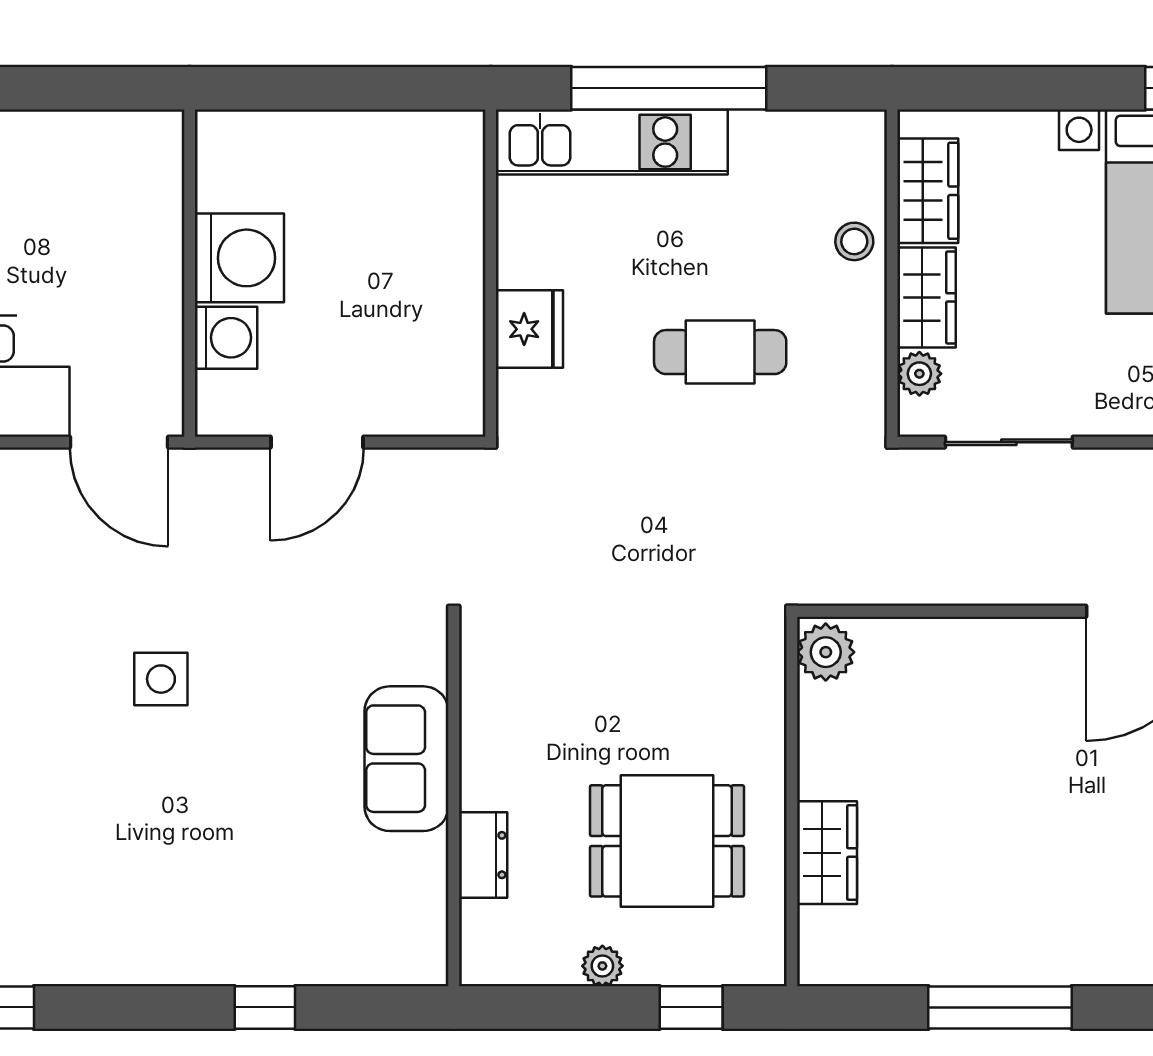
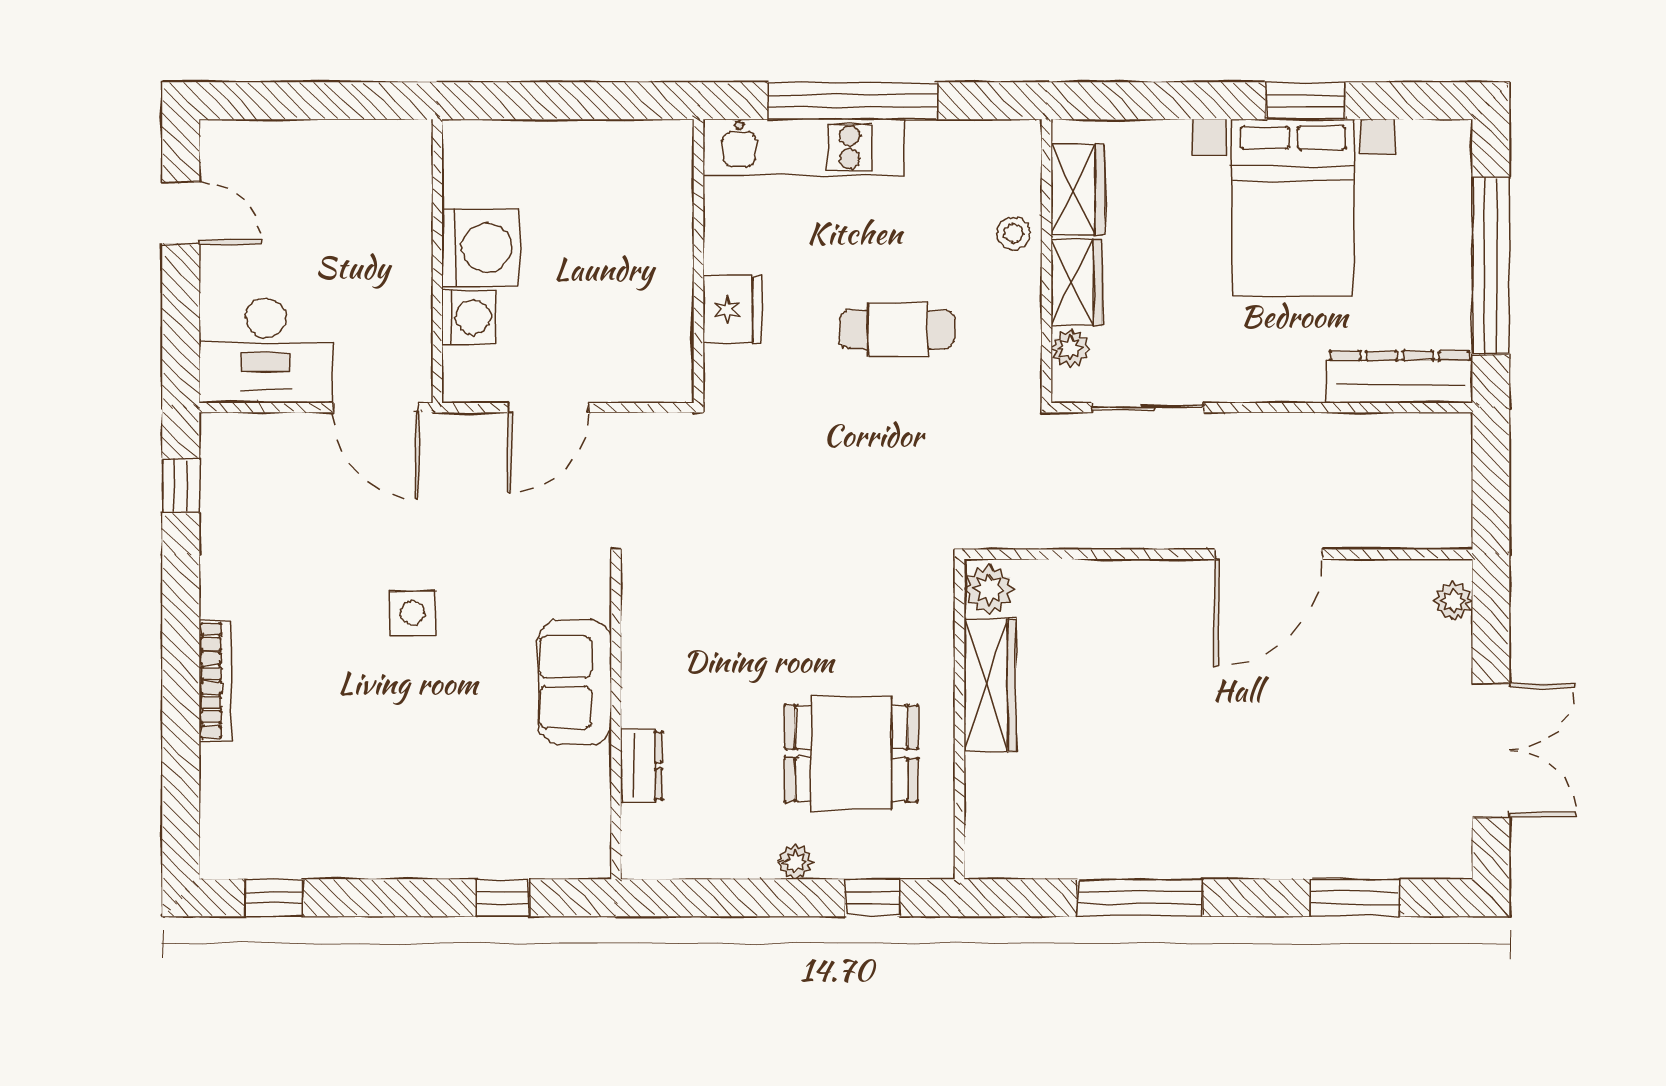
sofa: (407, 759) -> (575, 682), moved
wall: (454, 801) -> (616, 719), moved
wardrobe: (827, 853) -> (990, 685), moved, width x1.50
dresser: (483, 855) -> (641, 766), moved

